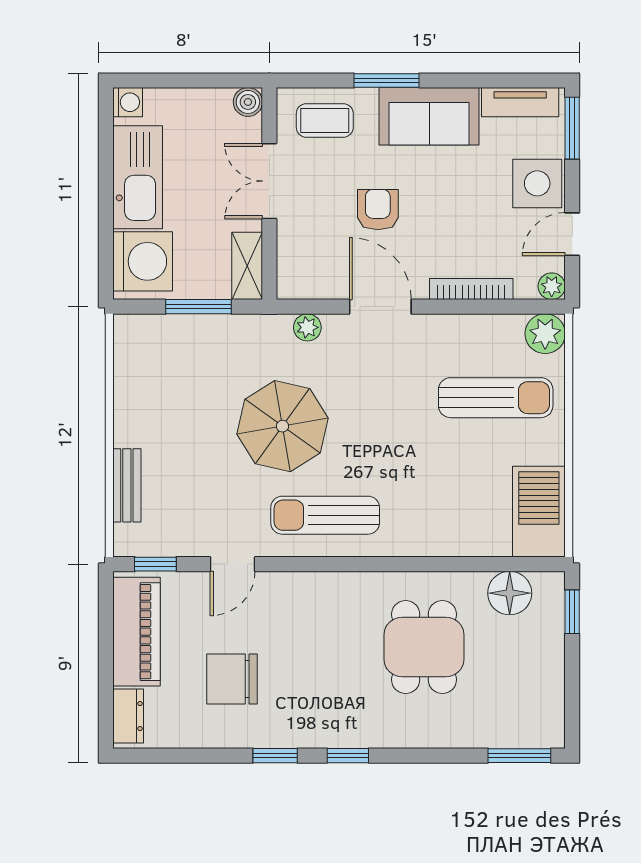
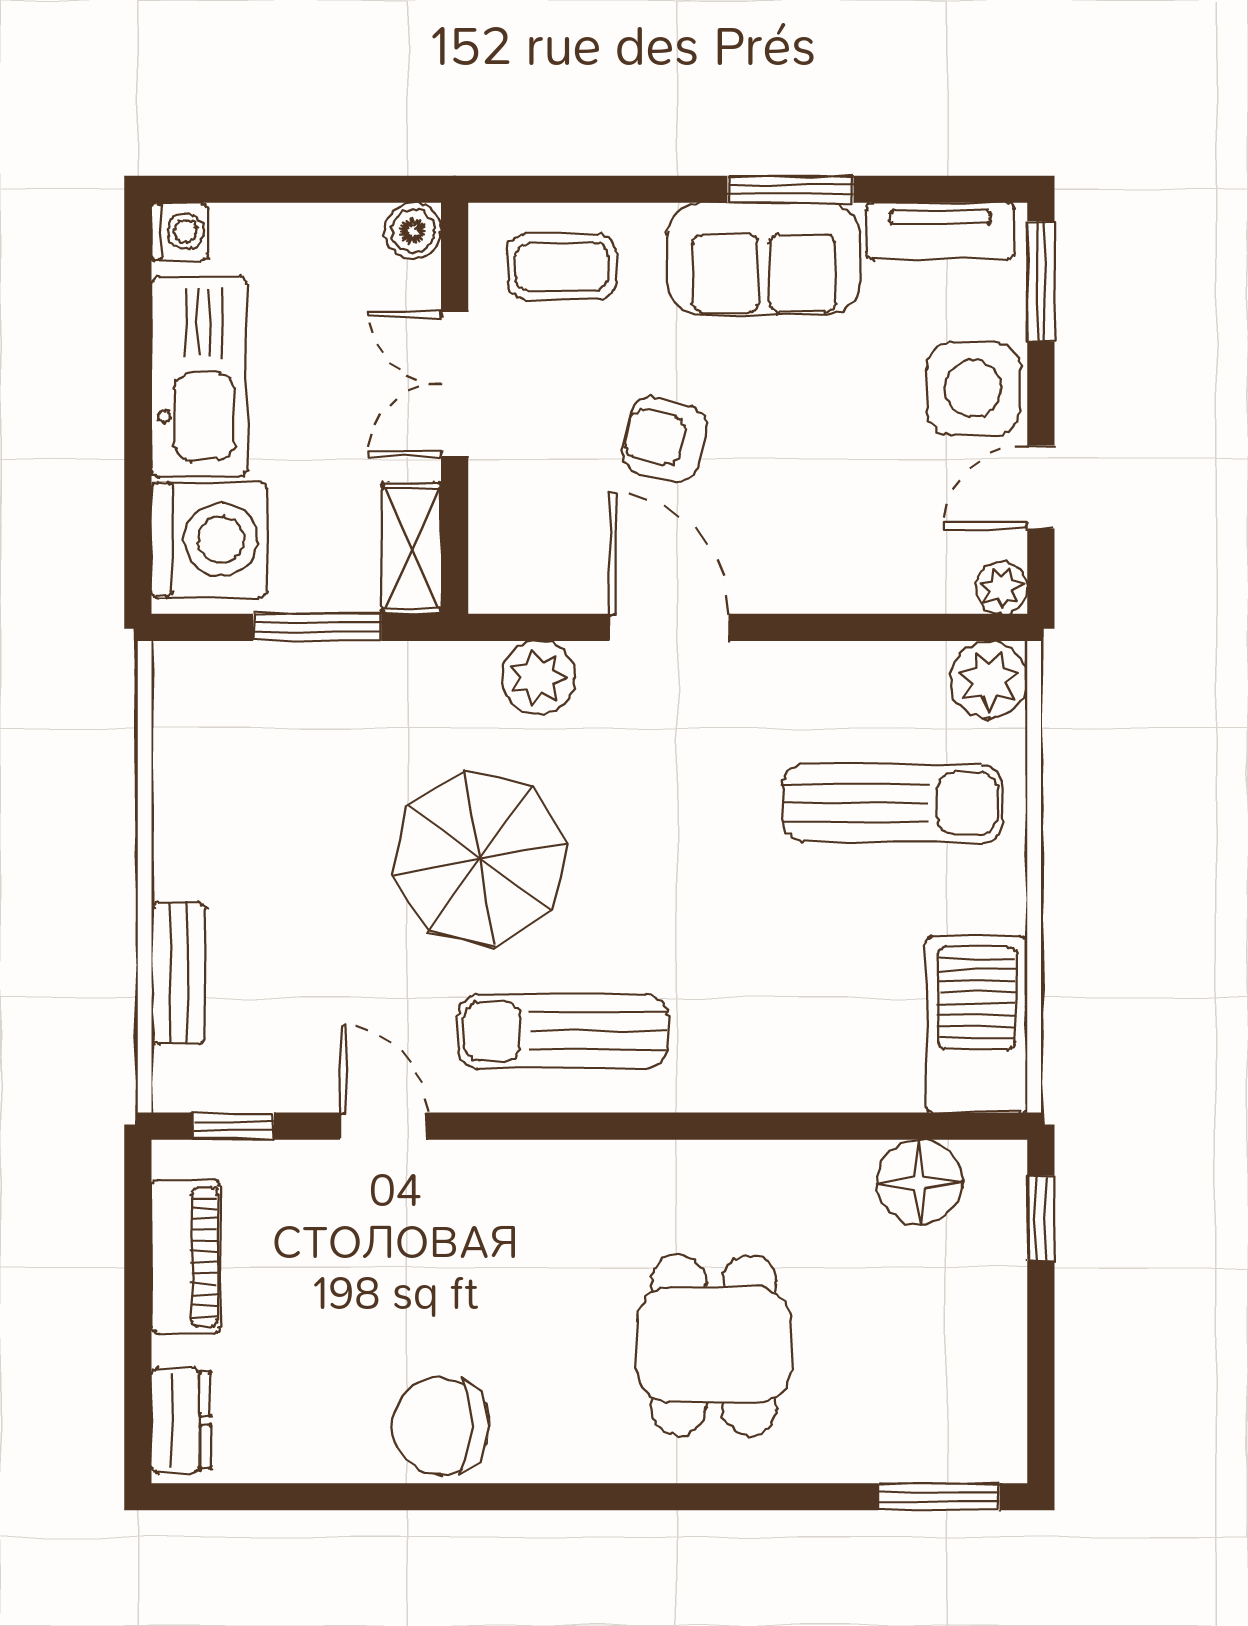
window: (387, 80) -> (790, 189), moved
armchair: (378, 210) -> (665, 439), turned -76
bookcase: (471, 289) -> (845, 593), removed
plant: (307, 327) -> (538, 677), width x1.38, depth x1.38
door: (233, 564) -> (383, 1126), swing flipped
piano: (136, 632) -> (186, 1257), width x0.73, depth x0.75
dining table: (424, 647) -> (714, 1345), moved
chair: (232, 679) -> (441, 1426), moved
window: (275, 756) -> (466, 1497), removed
window: (348, 756) -> (606, 1497), removed

